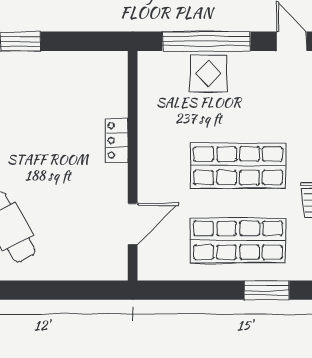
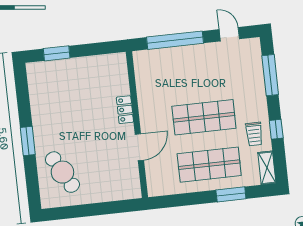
display table: (209, 74) -> (179, 61), removed
door: (133, 224) -> (139, 147), moved

